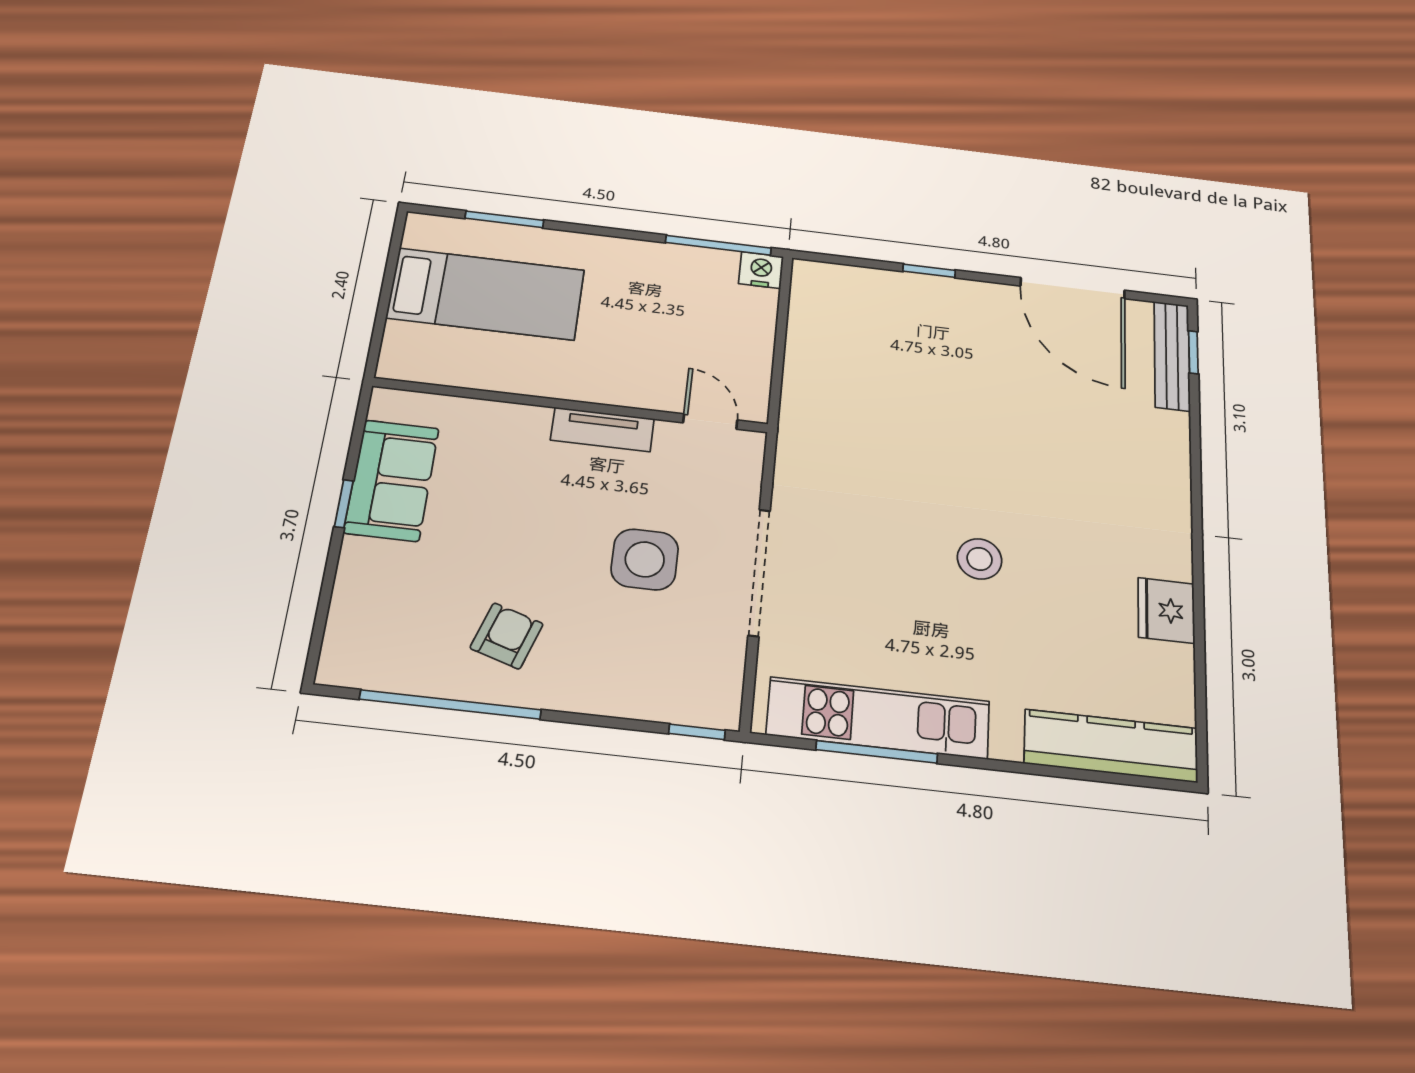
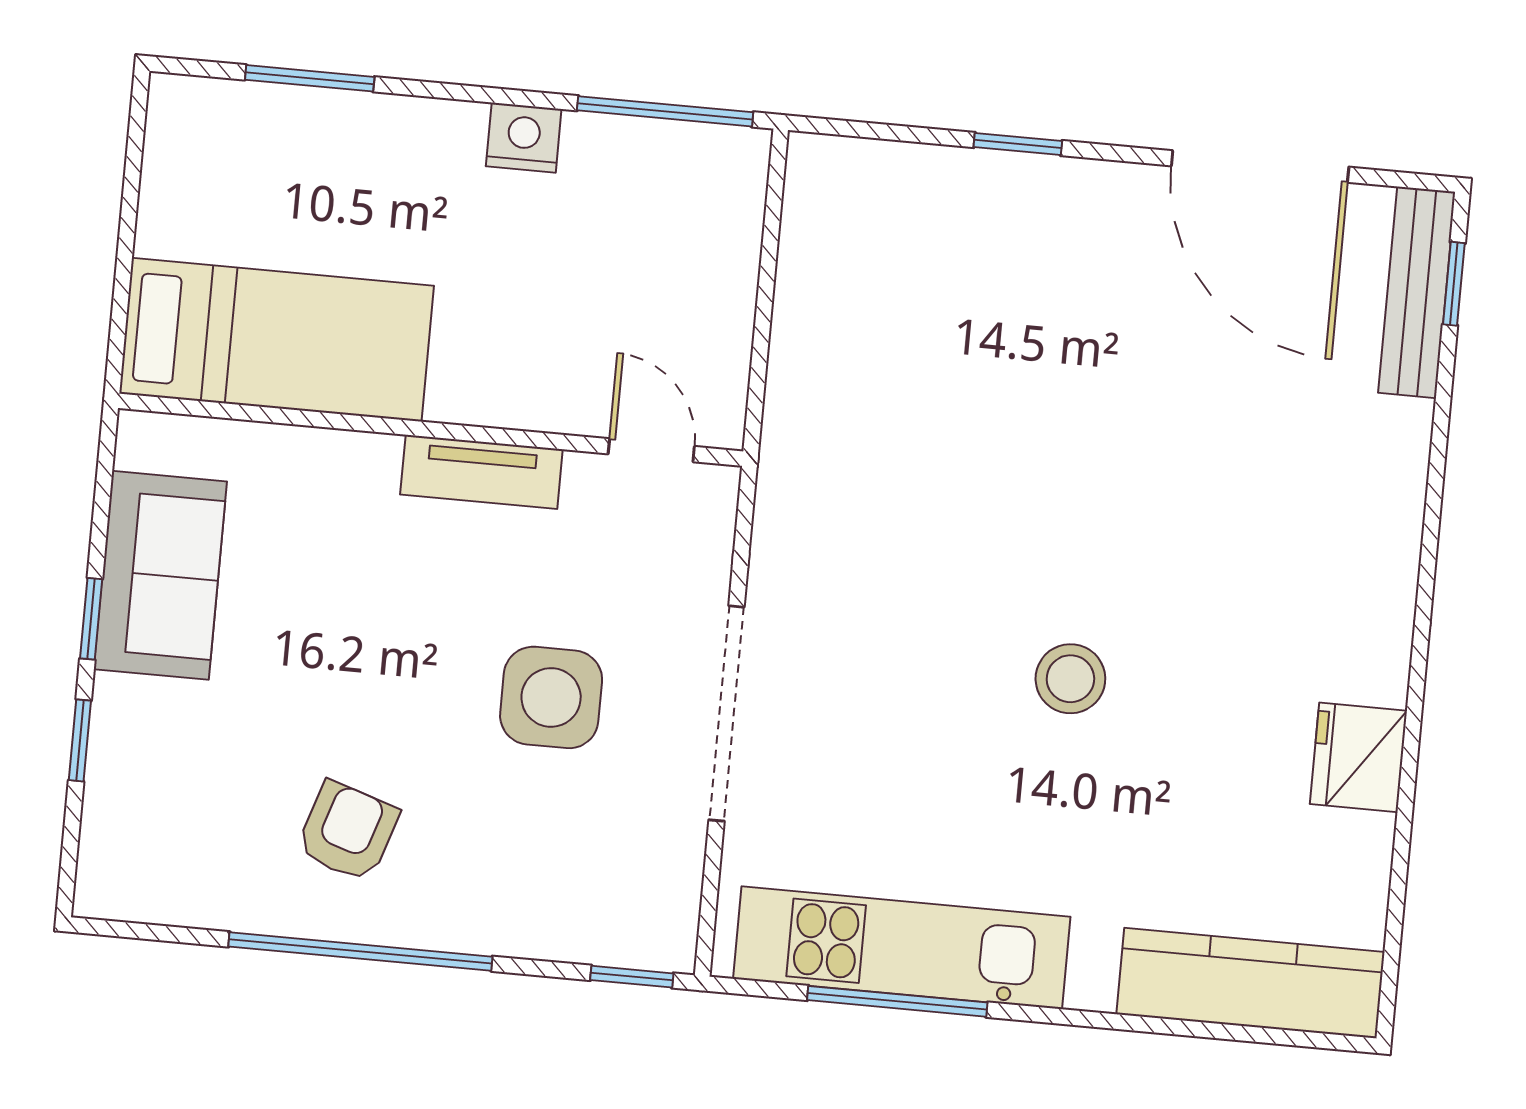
nightstand: (761, 270) -> (524, 138), moved
bed: (486, 294) -> (277, 340), moved
window: (330, 575) -> (80, 740), added
window: (450, 704) -> (360, 952), moved

